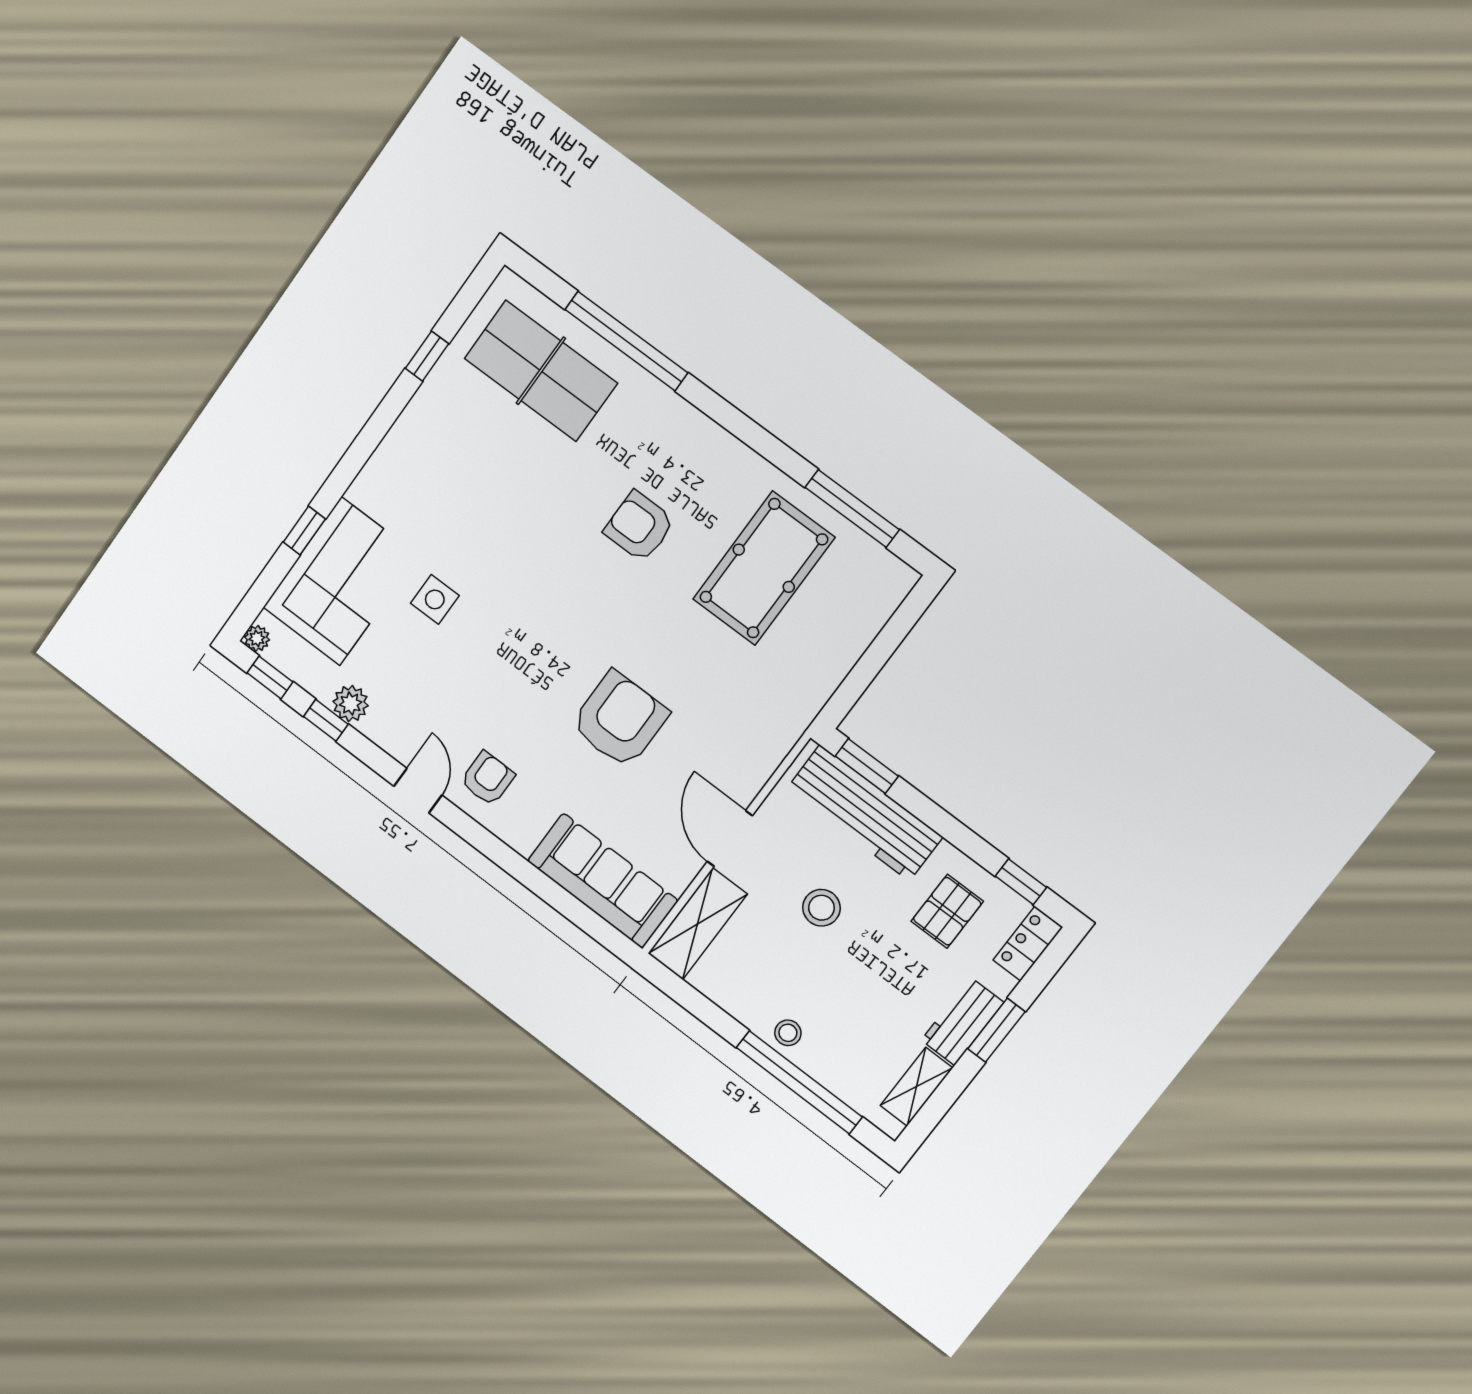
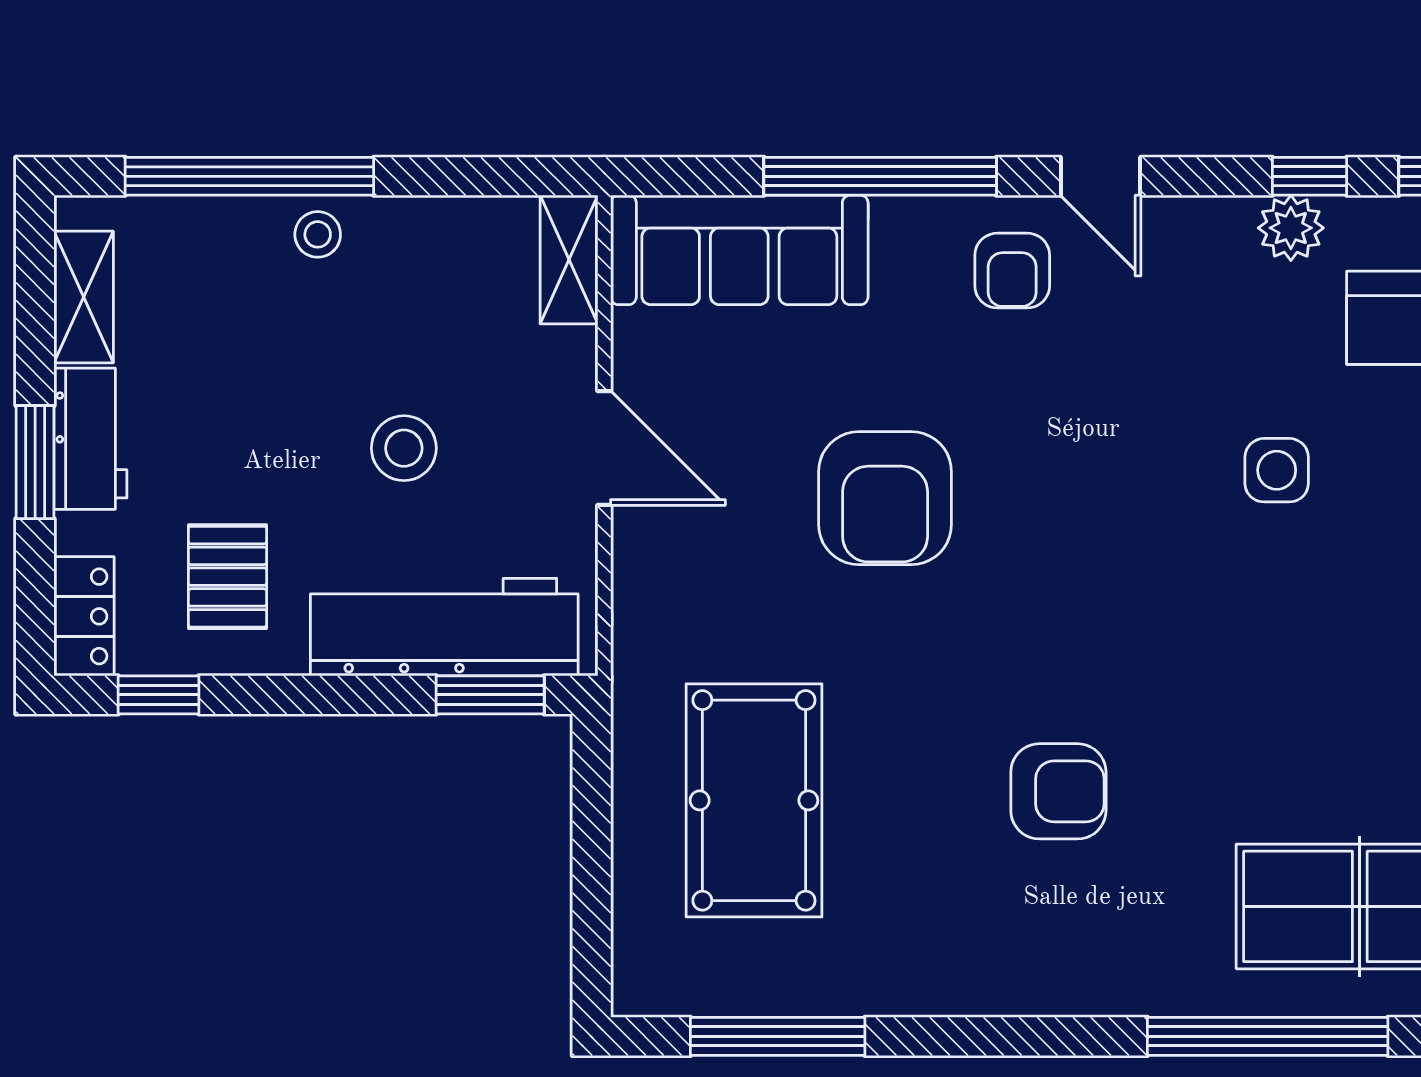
pool table: (764, 568) -> (754, 800), moved
window: (516, 865) -> (880, 176), added
shelving: (698, 924) -> (569, 260), width x0.67, depth x0.75

